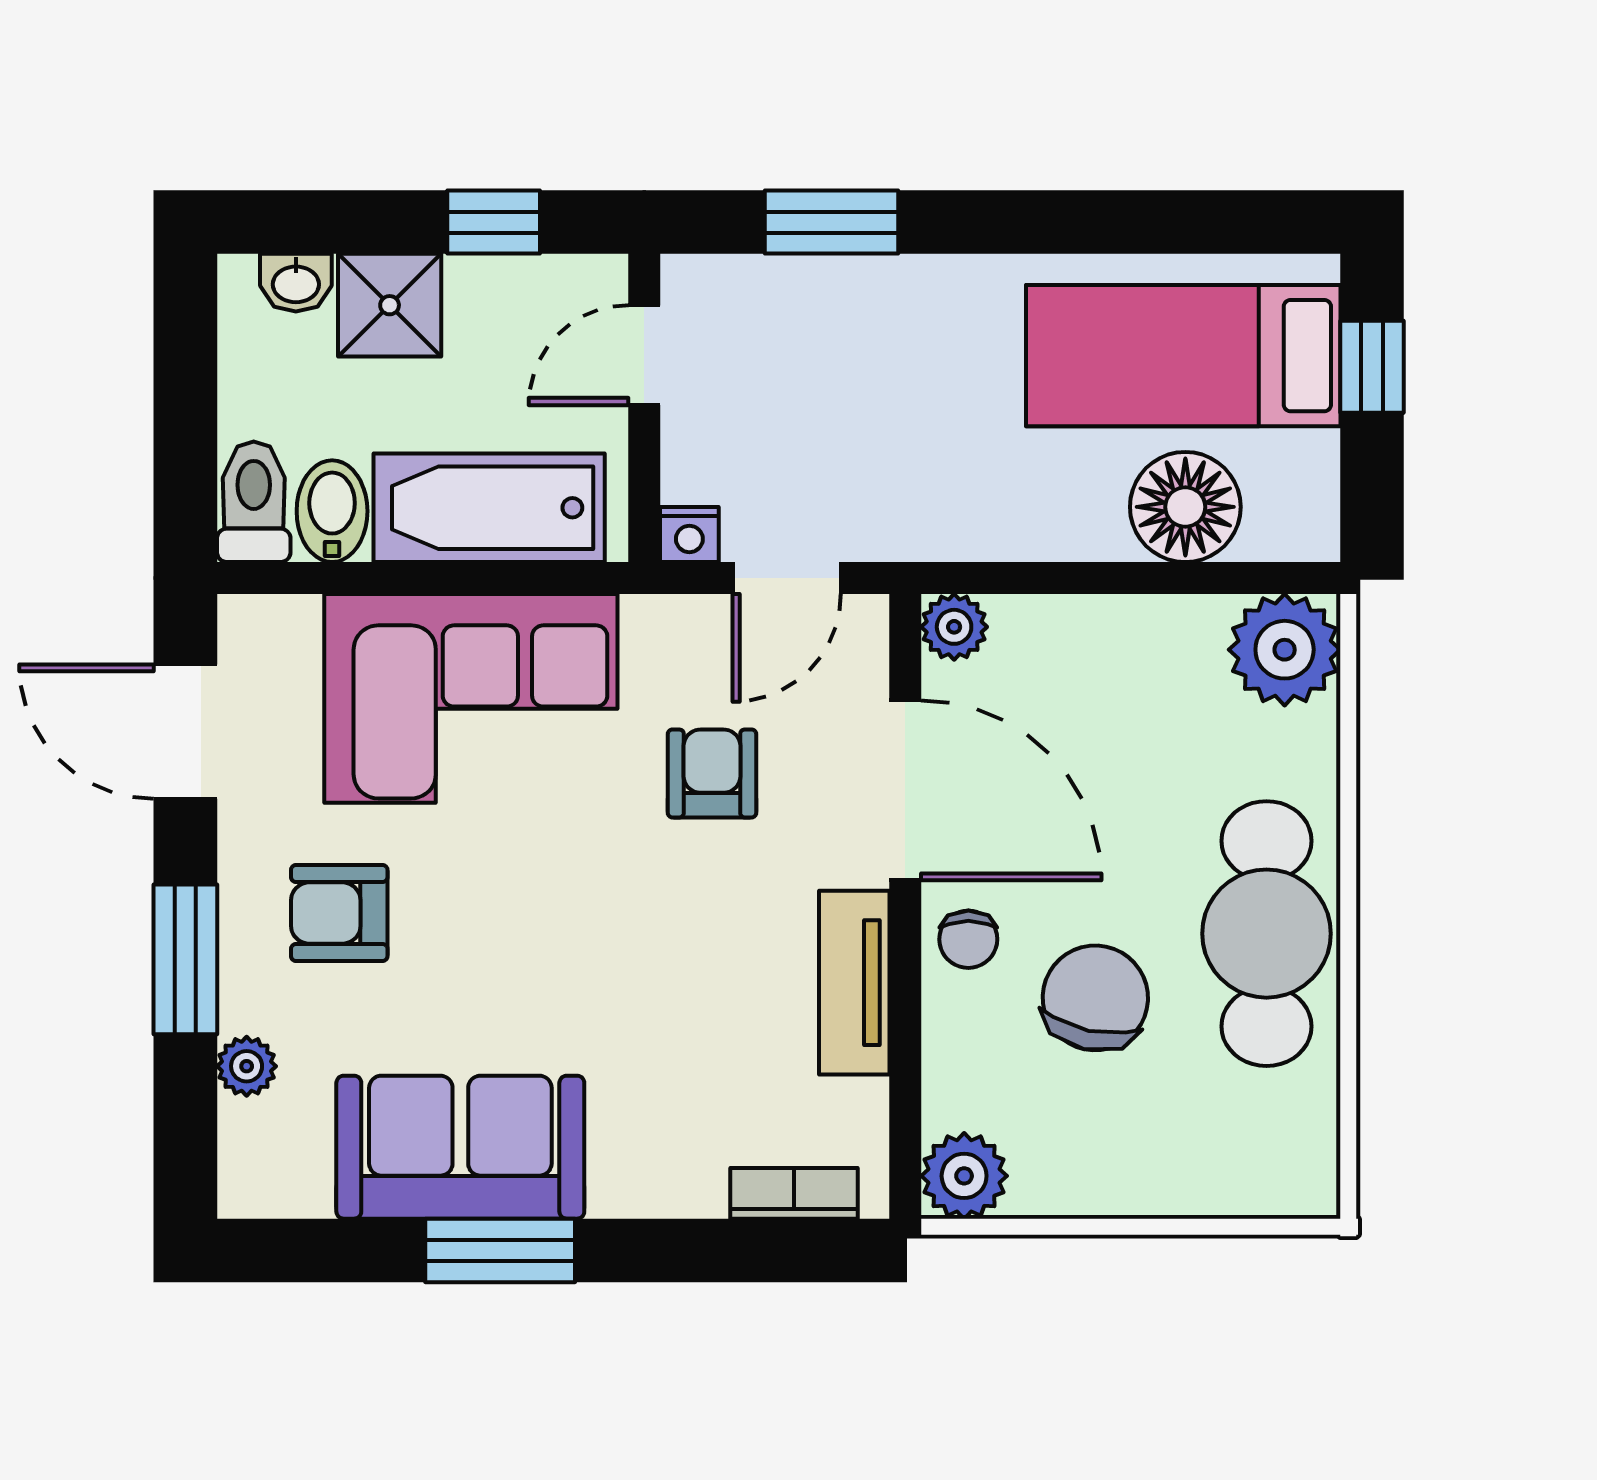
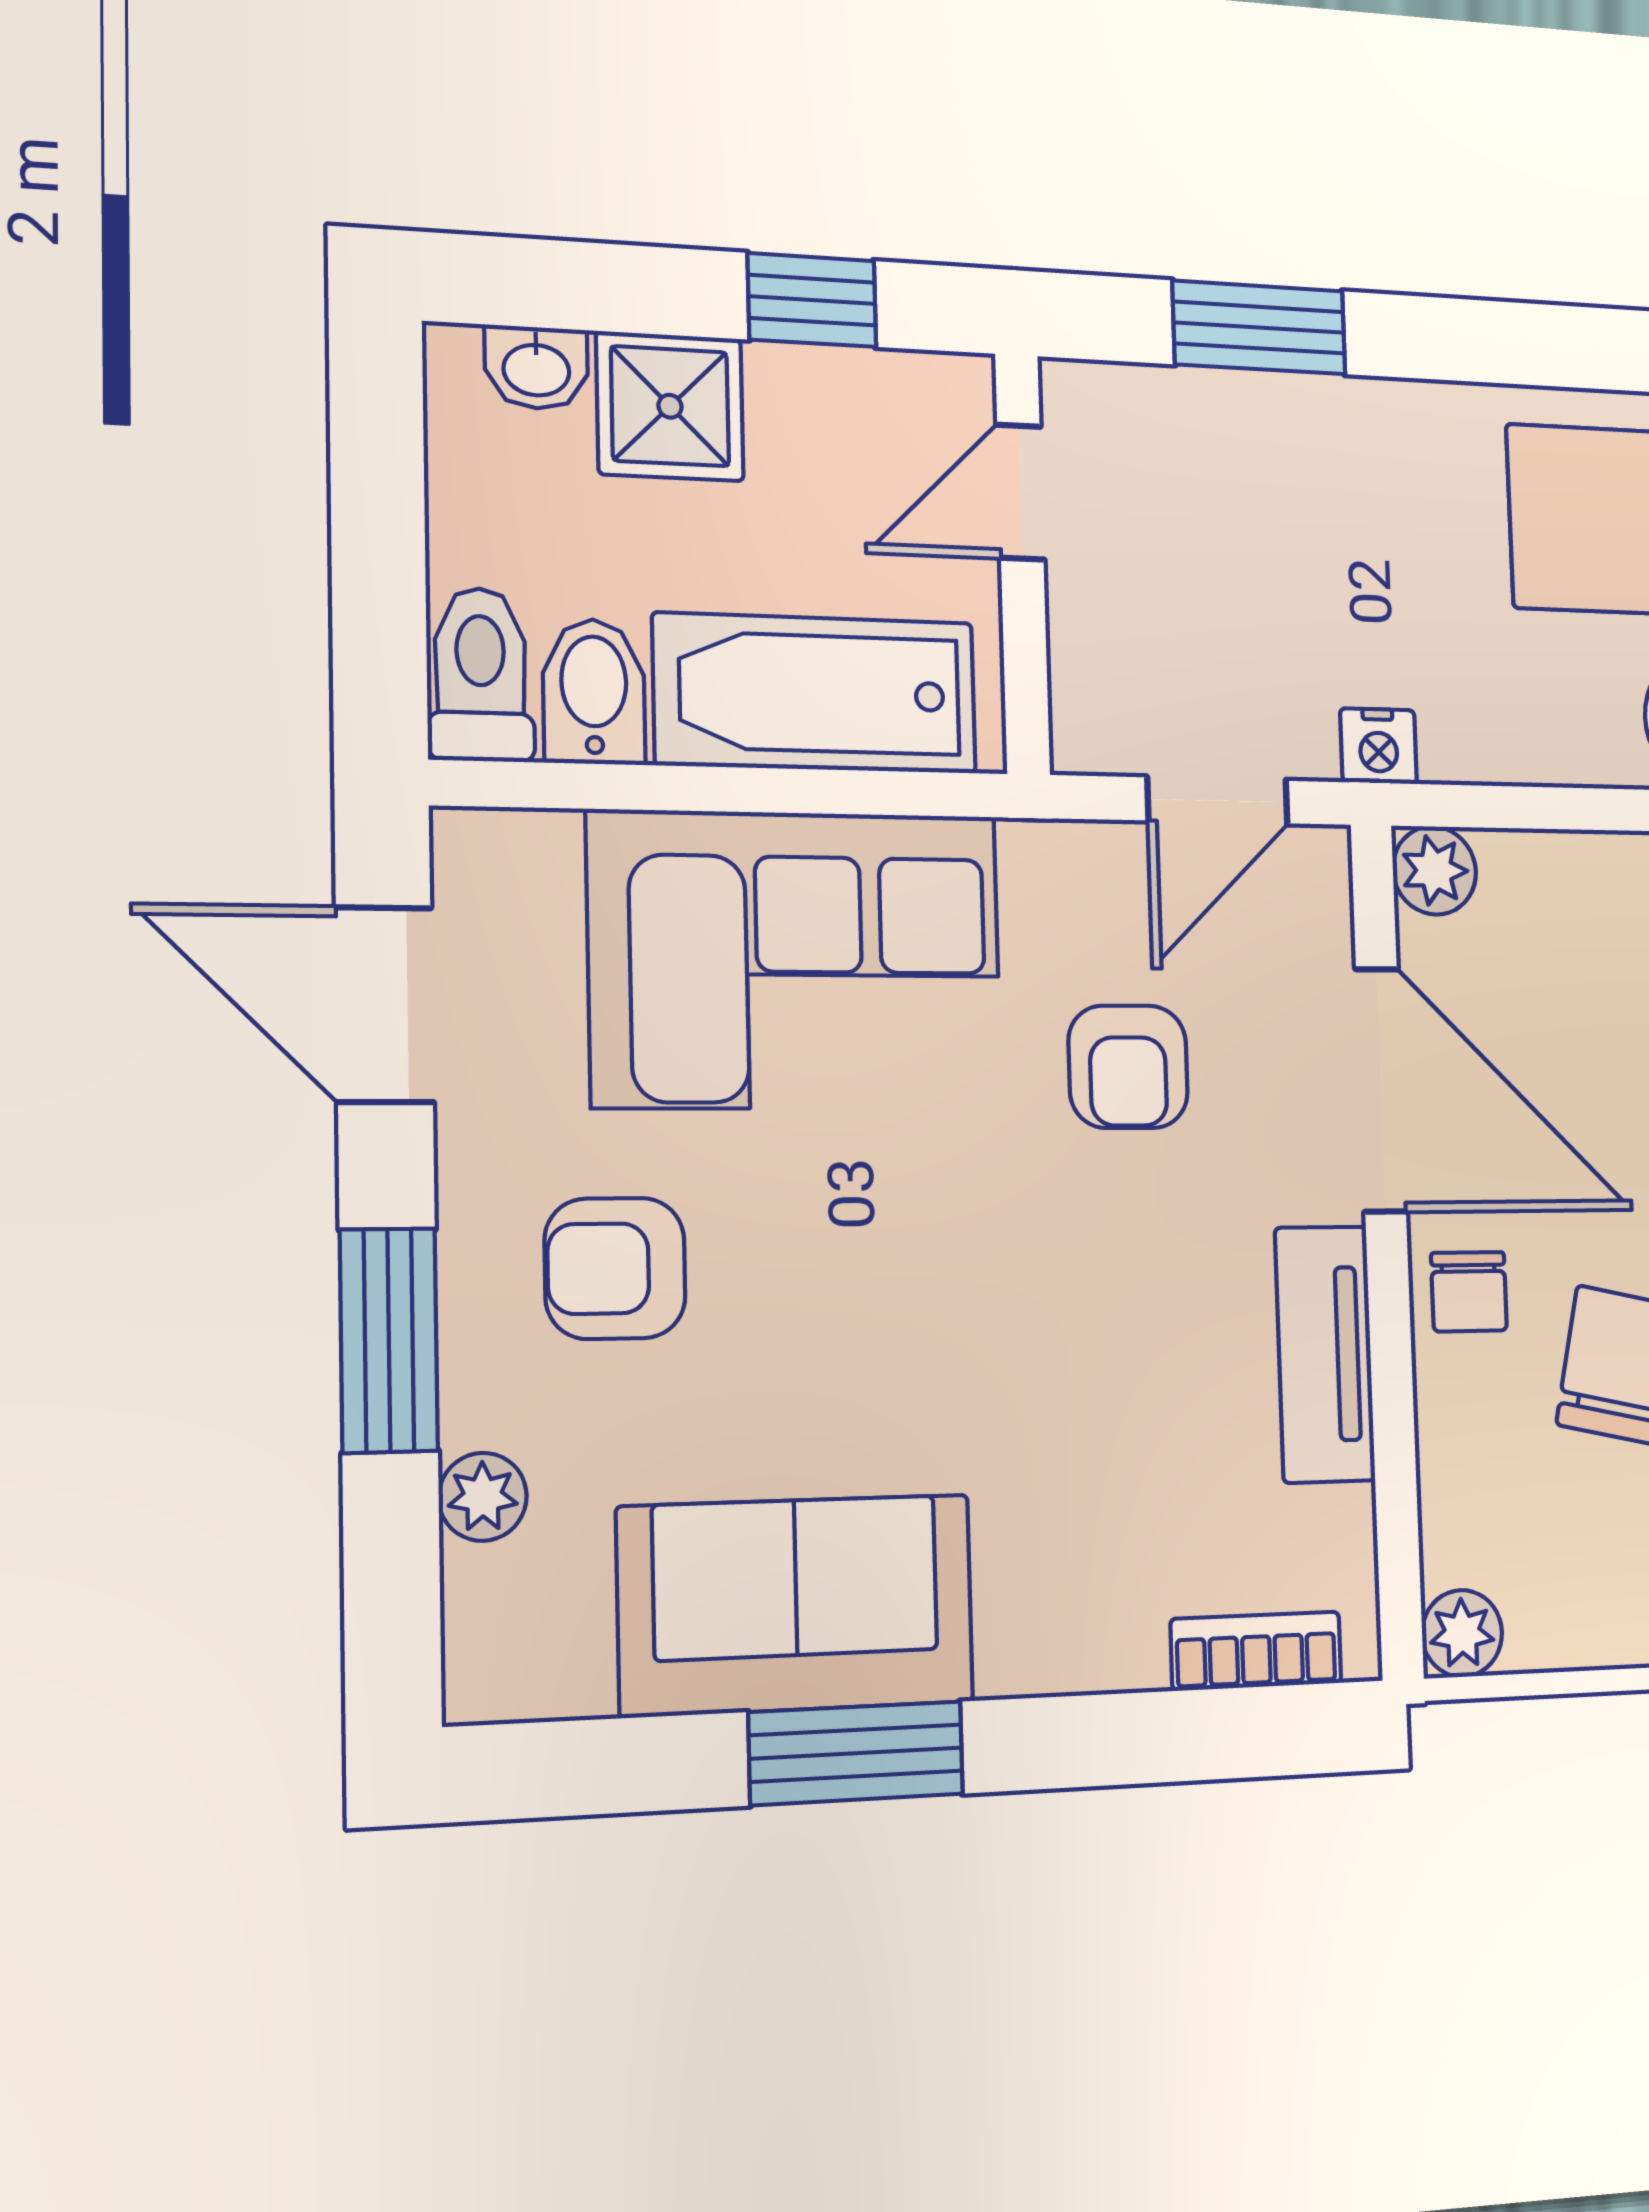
nightstand: (689, 535) -> (1379, 746), moved
armchair: (712, 773) -> (1128, 1067), turned 180
plant: (964, 1176) -> (1462, 1633), width x0.73, depth x0.73

